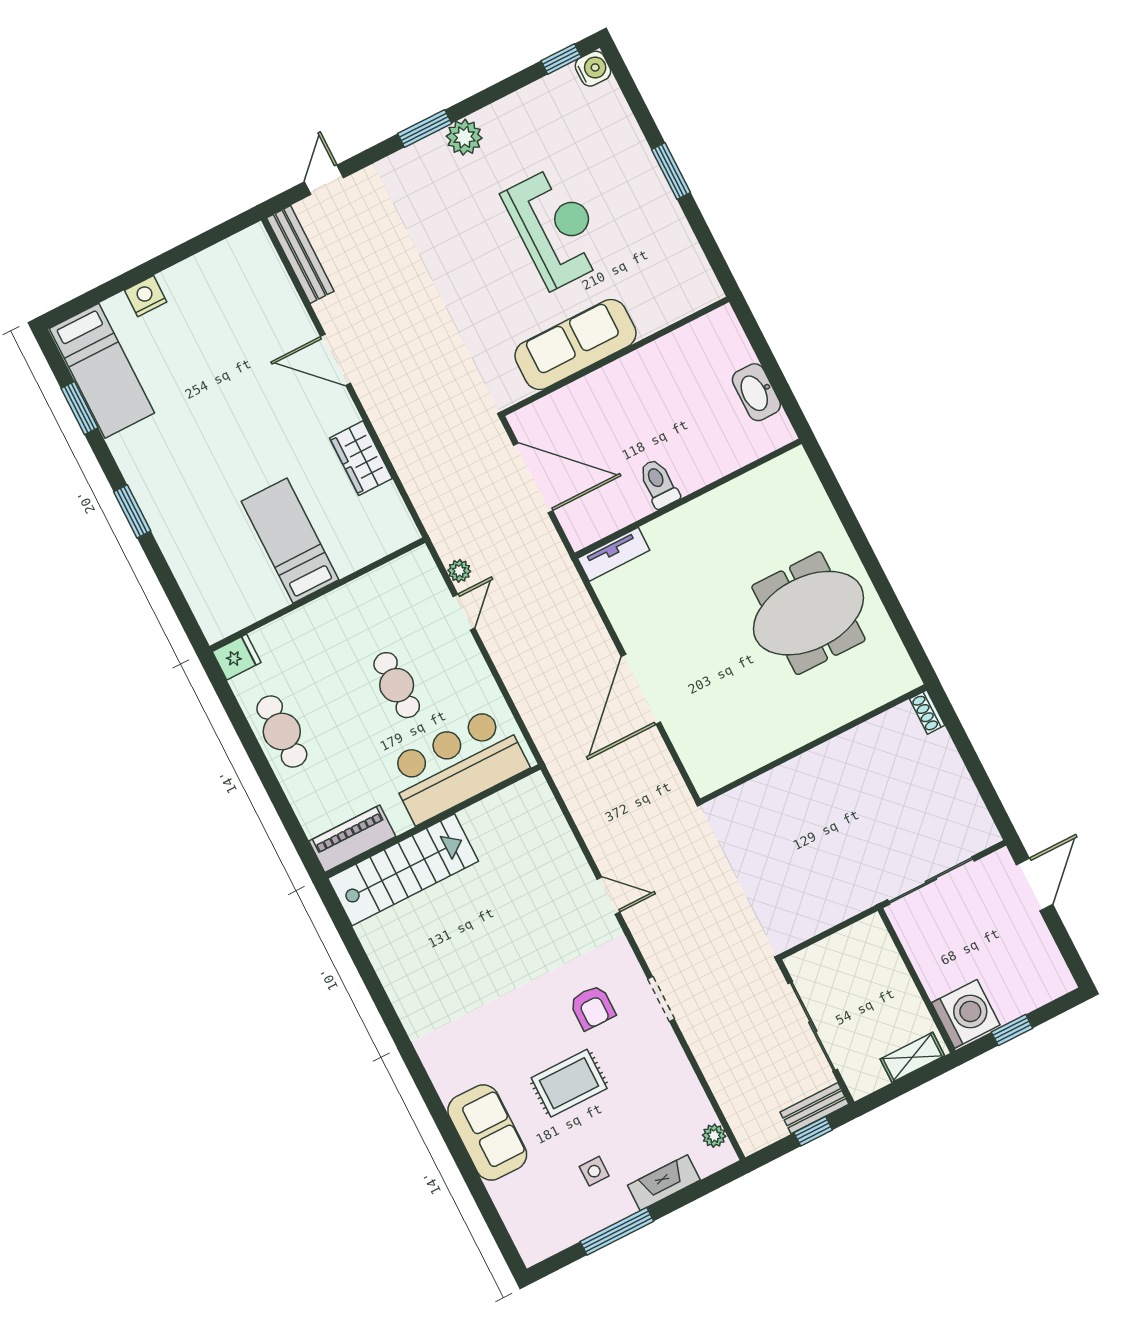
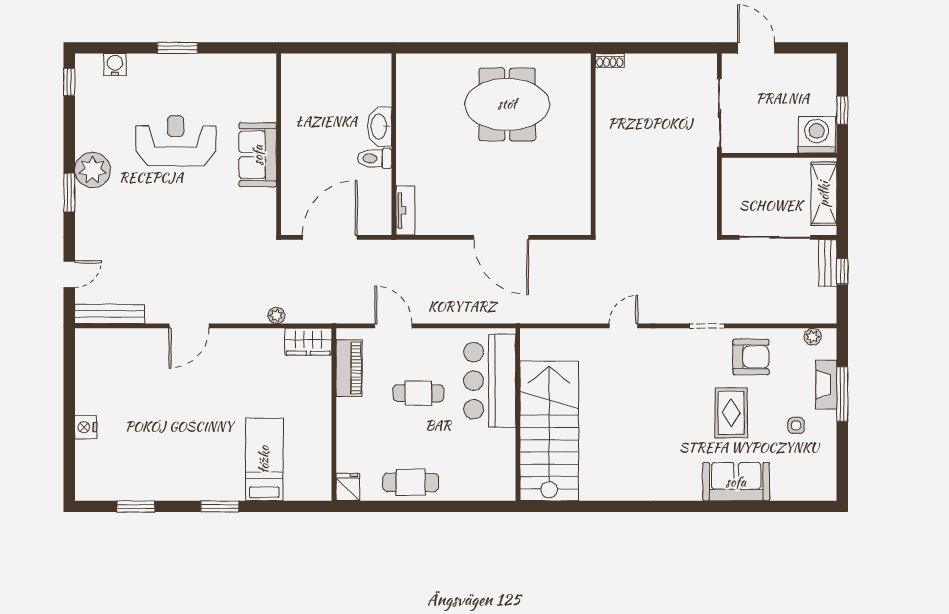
water cooler: (593, 69) -> (115, 65), moved
plant: (464, 137) -> (93, 170), width x1.36, depth x1.36
door: (324, 180) -> (69, 274), swing flipped
sofa: (575, 344) -> (258, 155), width x0.73
bed: (102, 371) -> (119, 480), removed
washbasin: (756, 392) -> (379, 127), moved, turned 90
wardrobe: (361, 458) -> (308, 342), moved
bed: (290, 541) -> (264, 460), moved, turned 90
plant: (459, 571) -> (276, 315), moved
door: (464, 612) -> (393, 326), width x1.38
meeting table: (808, 613) -> (507, 104), turned 90
piano: (352, 839) -> (349, 368), moved, turned 180
stairs: (403, 870) -> (549, 431), width x1.36, depth x1.51
armchair: (592, 1008) -> (751, 357), moved, width x1.38, depth x1.38
shelving: (912, 1057) -> (824, 194), width x1.50, depth x1.33
window: (617, 1231) -> (842, 394), moved

